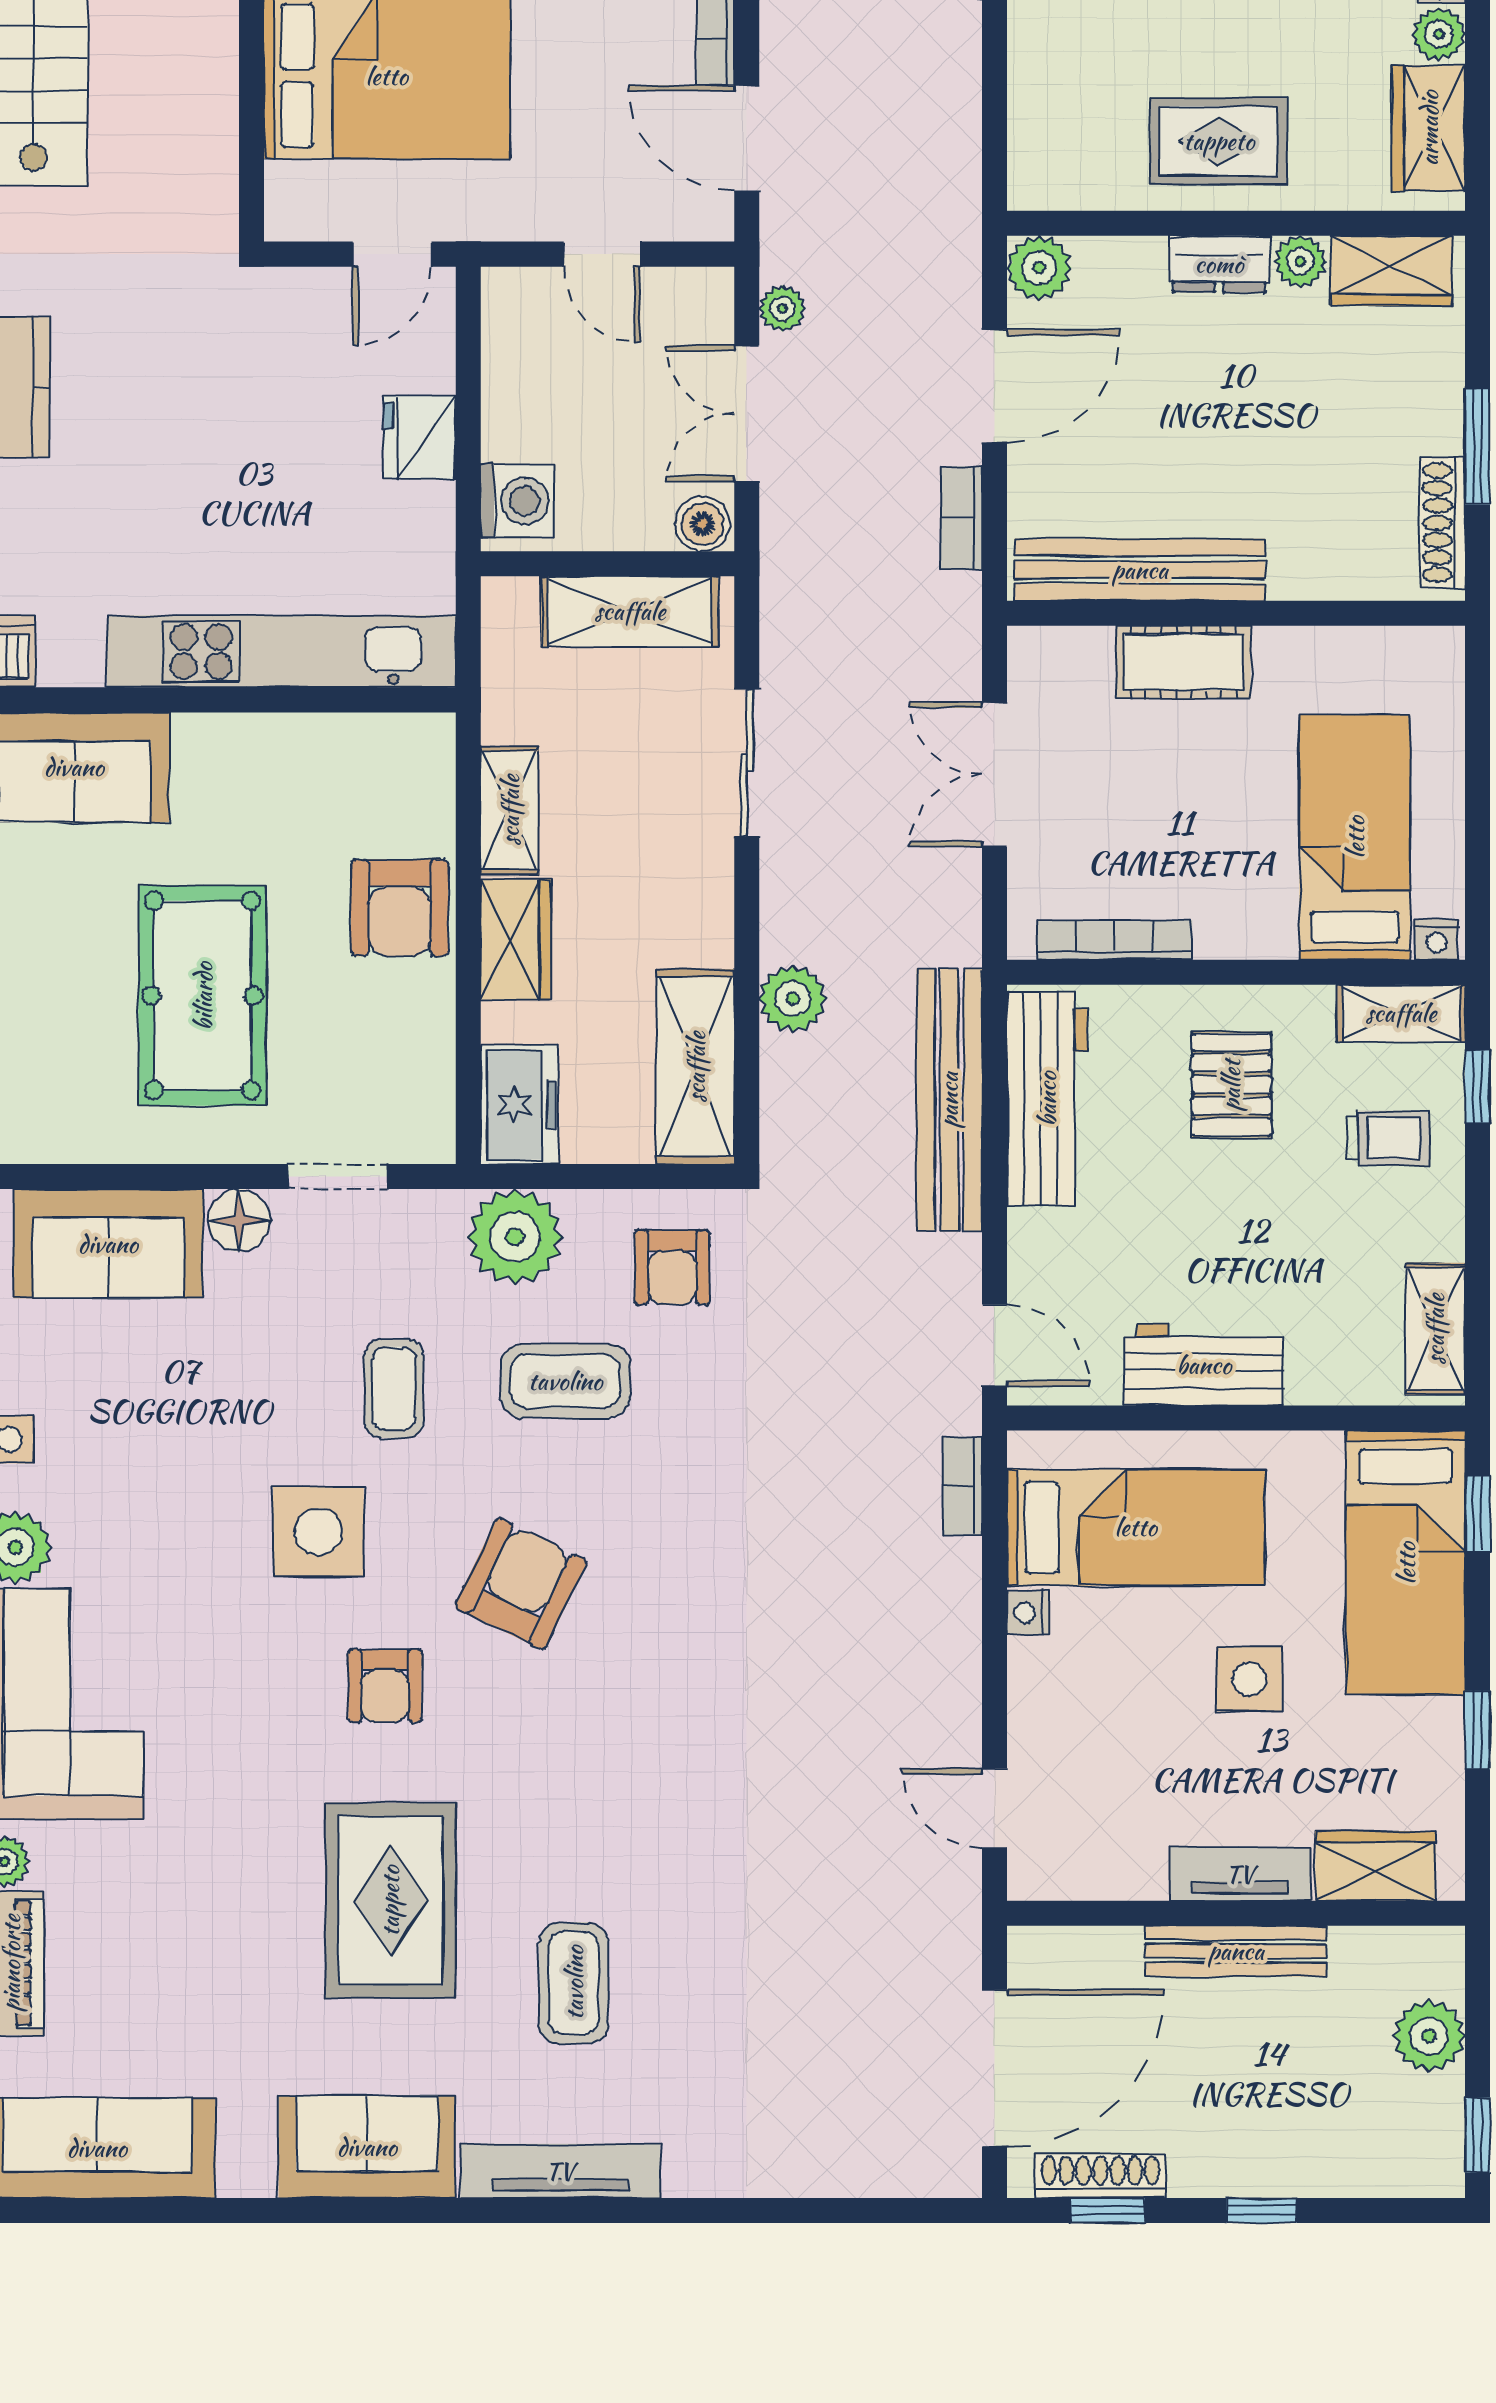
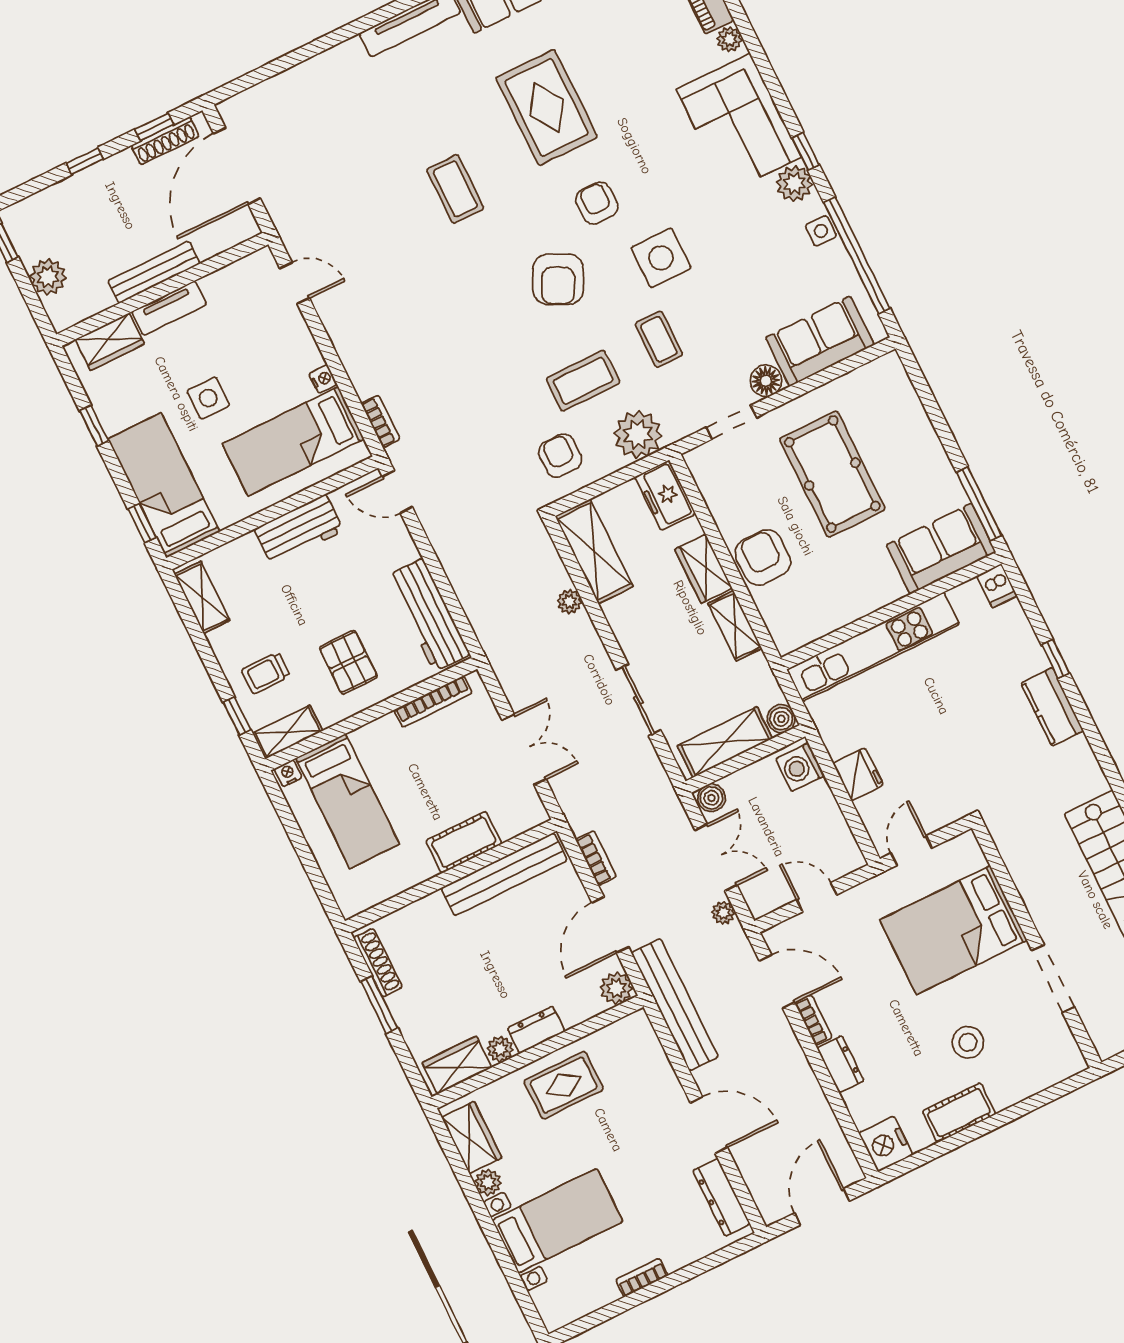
boiler: (508, 604) -> (781, 719), added
plant: (793, 999) -> (569, 602), width x0.73, depth x0.73
bench: (949, 1100) -> (675, 1005), moved
coffee table: (574, 1983) -> (455, 189), moved

